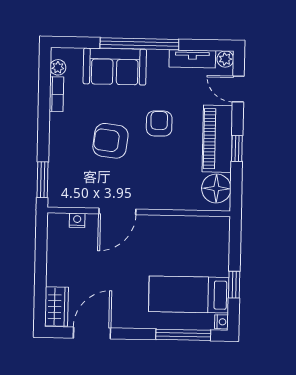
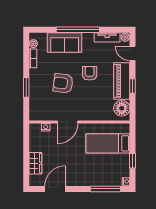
window: (42, 180) -> (26, 87), moved
bed: (189, 294) -> (108, 143), moved
wardrobe: (56, 307) -> (35, 163), moved

